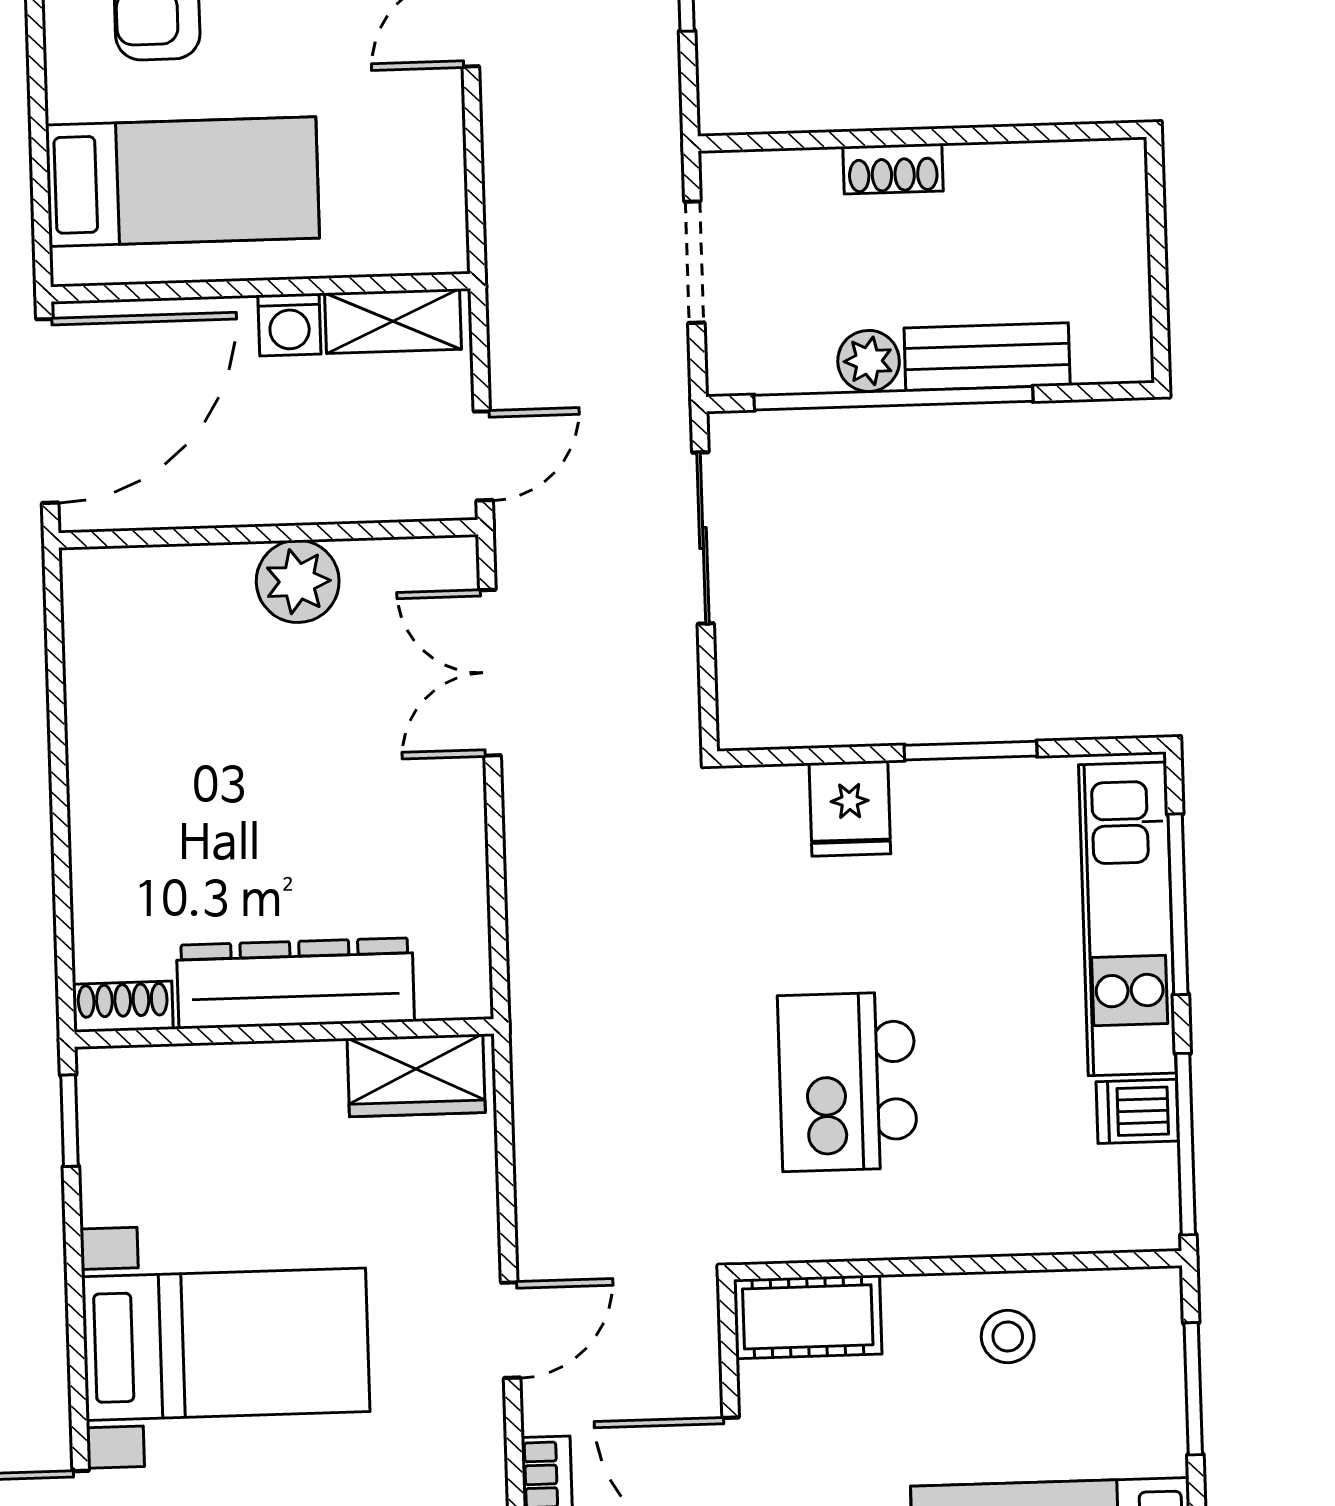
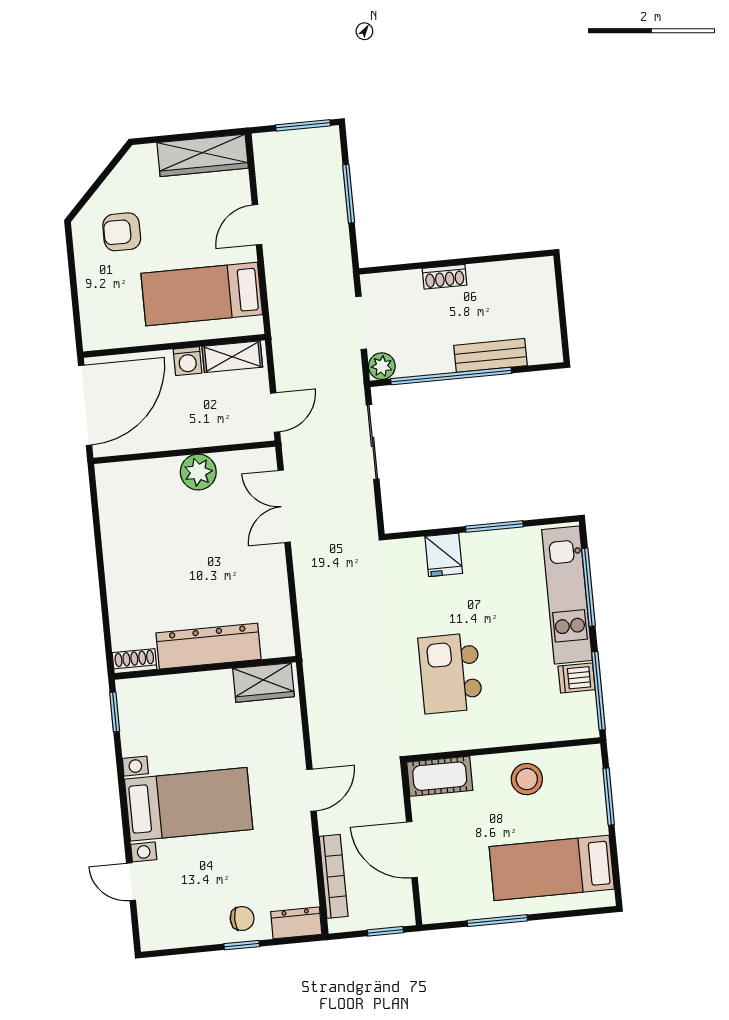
bed: (182, 182) -> (202, 294), moved, turned 180
plant: (869, 361) -> (382, 366), moved
stool: (1008, 1337) -> (527, 779), width x1.37, depth x1.37

